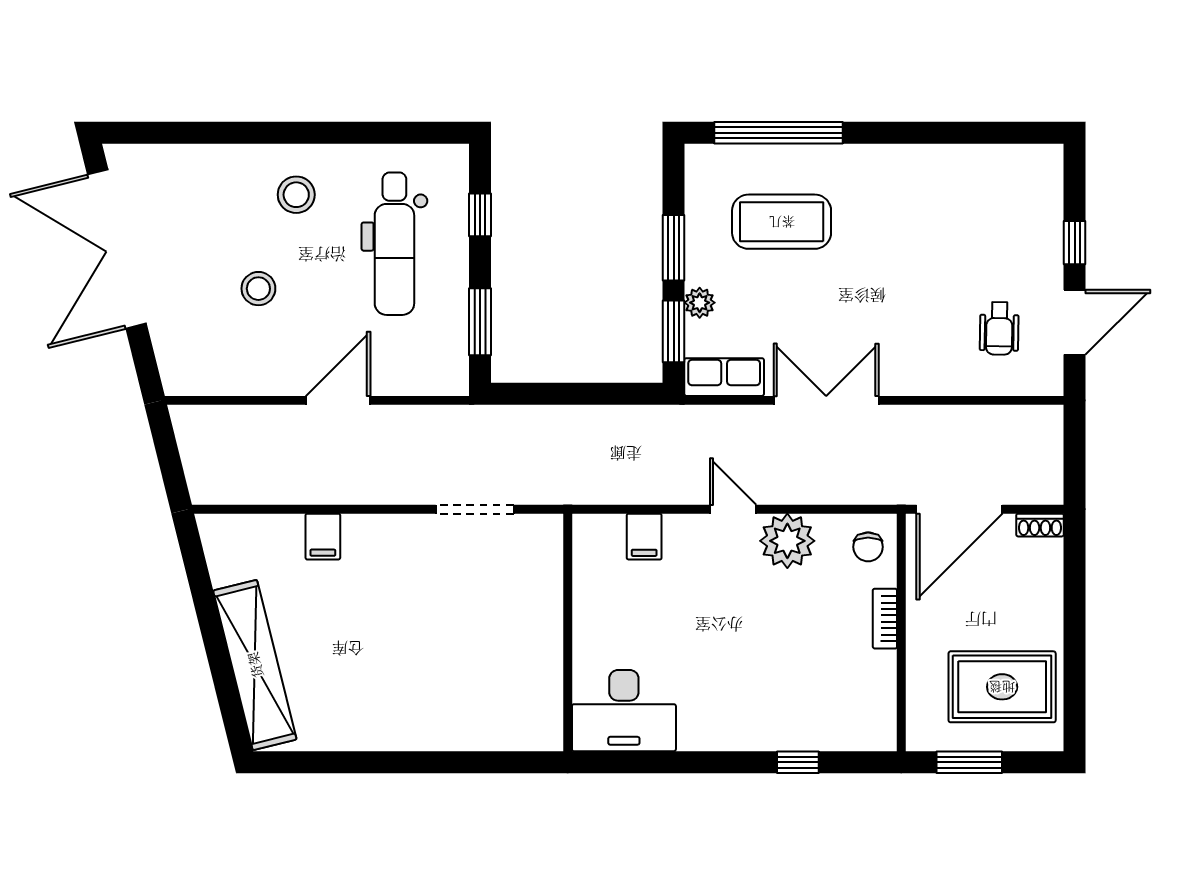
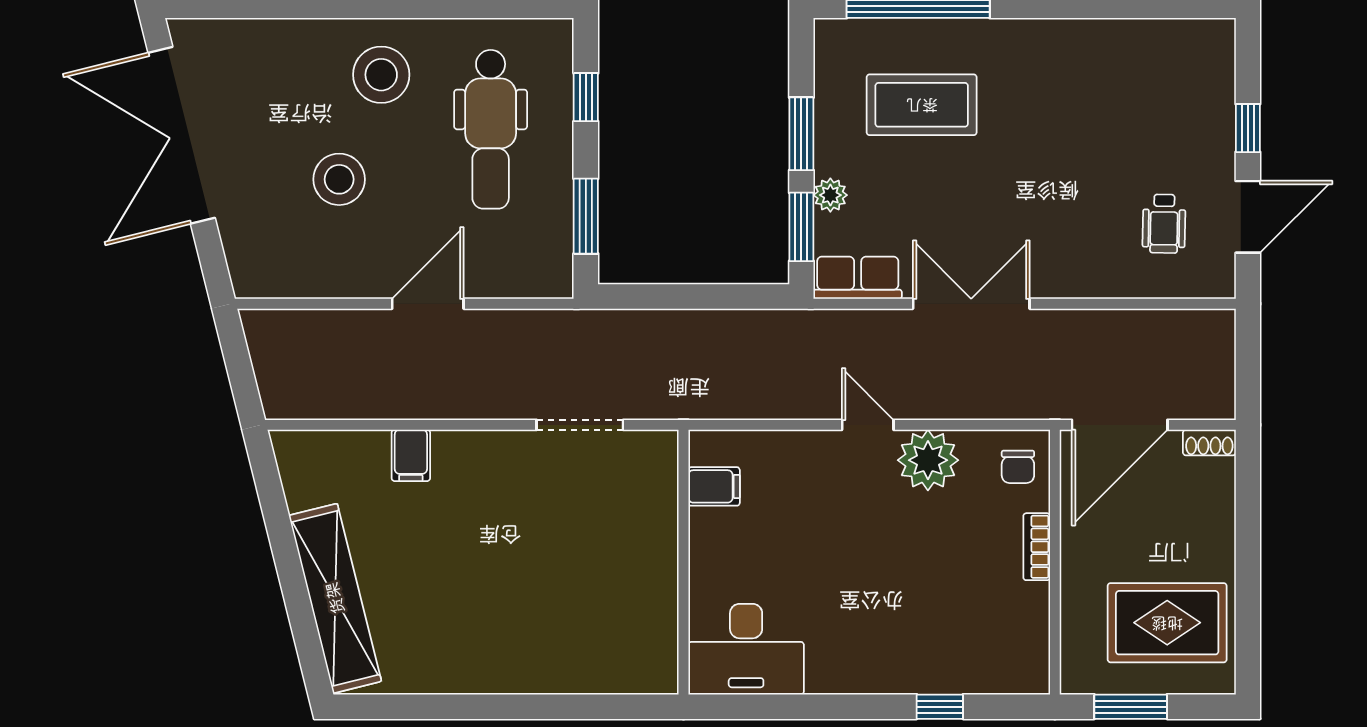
stool: (296, 195) -> (381, 75), width x1.38, depth x1.38
stool: (258, 289) -> (339, 179), width x1.38, depth x1.38
filing cabinet: (644, 537) -> (714, 486), moved, turned -90

